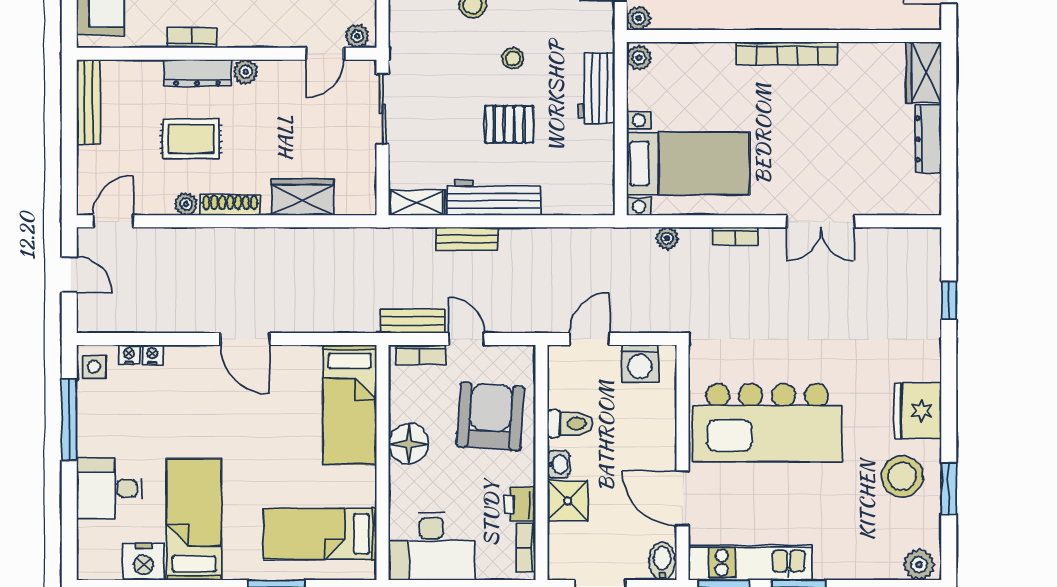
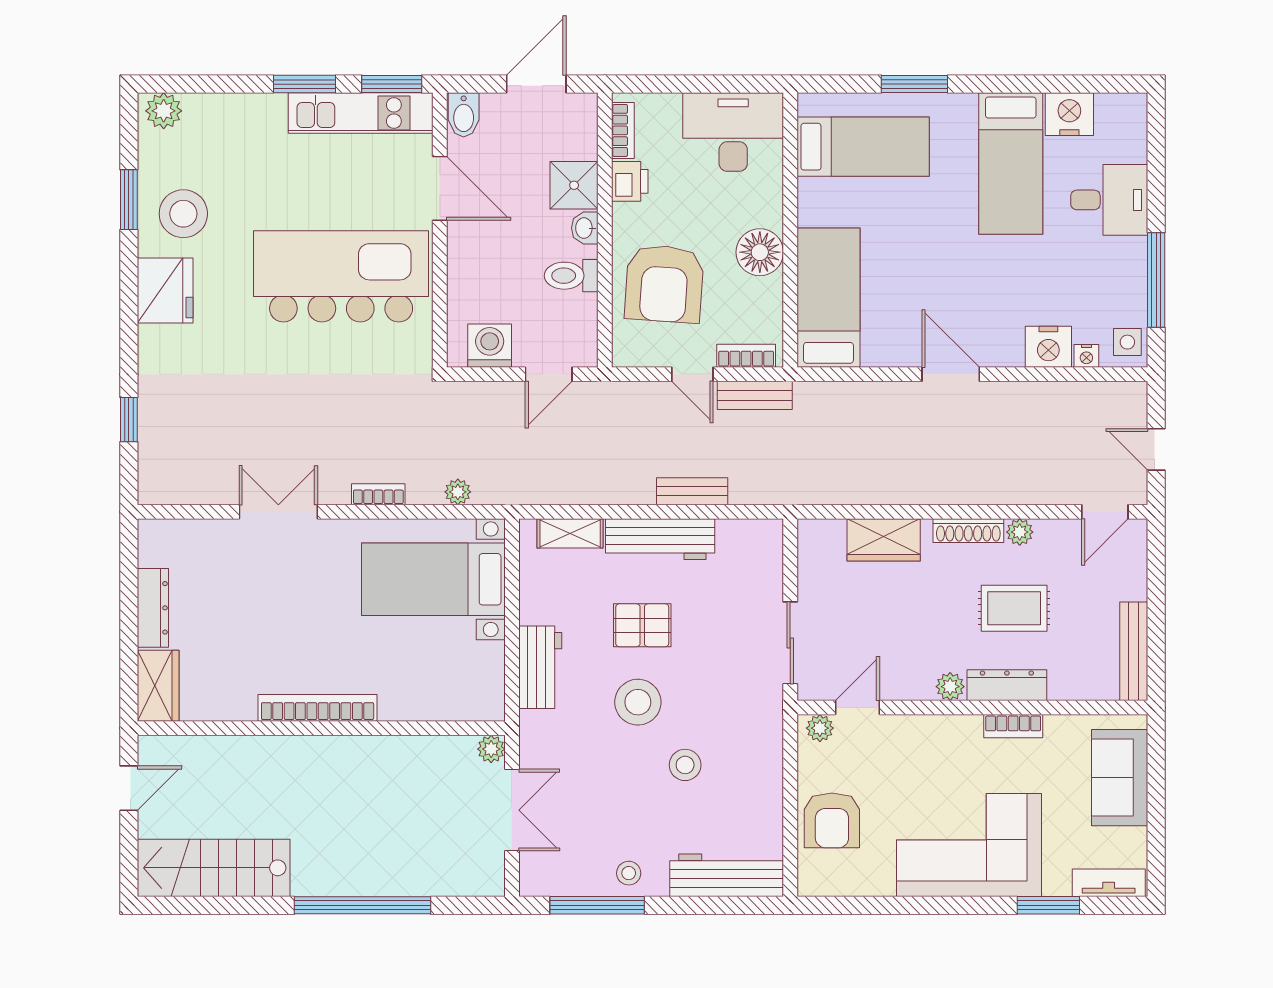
stool: (513, 58) -> (638, 702), width x1.89, depth x1.89
plant: (639, 58) -> (491, 703), removed
shelving: (417, 203) -> (570, 533), moved
nightstand: (152, 355) -> (1048, 347), width x1.89, depth x1.79

